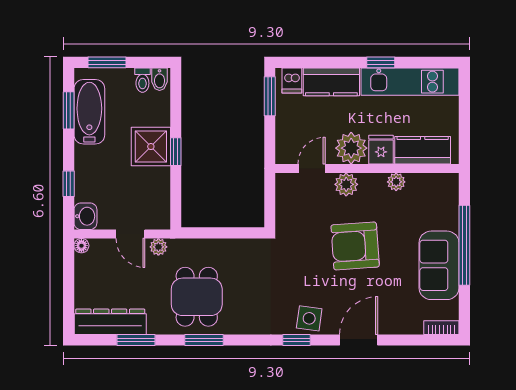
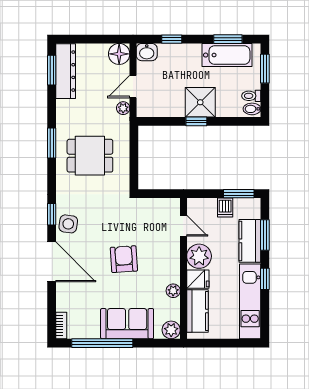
window: (324, 62) -> (265, 235), added
dishwasher: (292, 80) -> (225, 208), moved, turned -90
plant: (346, 184) -> (171, 330), moved
window: (464, 245) -> (102, 343), moved
floor lamp: (81, 246) -> (119, 54), width x1.89, depth x1.89
armchair: (355, 246) -> (124, 259), width x0.73, depth x0.73
sofa: (439, 265) -> (127, 324), moved
dining table: (197, 297) -> (90, 156), moved
window: (136, 340) -> (52, 70), moved
door: (359, 340) -> (52, 262), width x1.36

